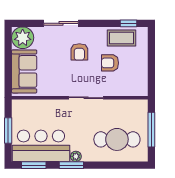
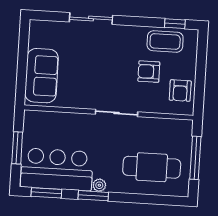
plant: (23, 38) -> (42, 34), removed
armchair: (79, 52) -> (180, 91), moved

